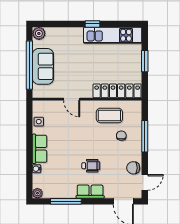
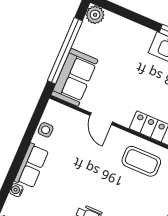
sofa: (43, 66) -> (74, 77), moved
chair: (121, 136) -> (146, 194), removed

